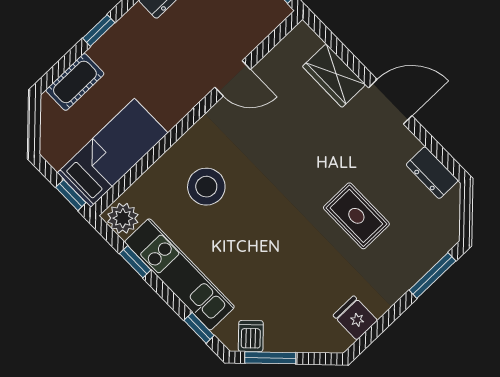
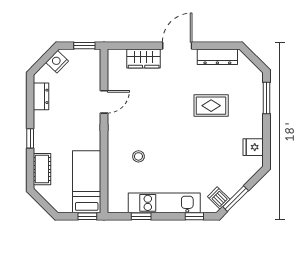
dresser: (432, 173) -> (217, 57), width x1.44
stool: (206, 187) -> (138, 156), width x0.53, depth x0.53
plant: (123, 218) -> (118, 204), removed

